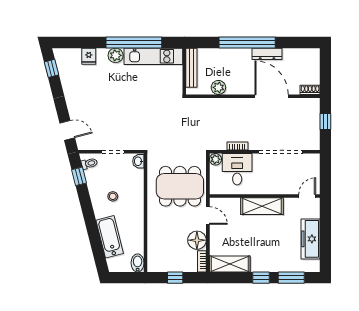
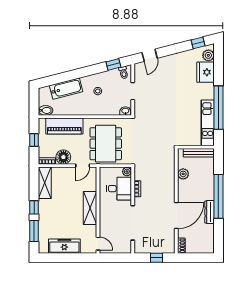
plant: (116, 55) -> (208, 55), moved
fridge: (89, 56) -> (205, 72), width x1.88, depth x1.34
piano: (157, 239) -> (64, 126), added

